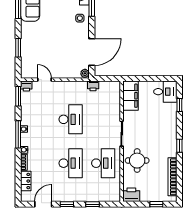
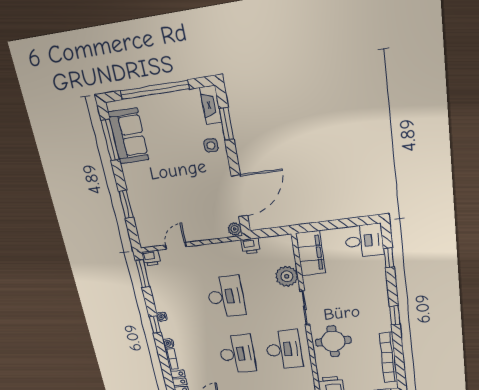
door: (45, 80) -> (176, 246), hinge flipped
plant: (113, 110) -> (287, 276), added
window: (18, 134) -> (155, 325), width x0.46

